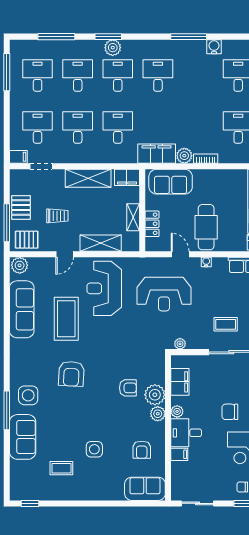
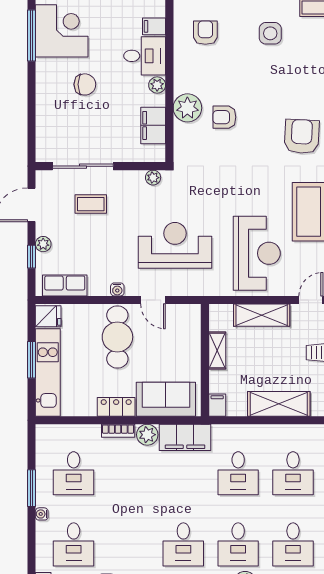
filing cabinet: (127, 177) -> (217, 405), width x0.50
locker: (152, 224) -> (116, 407), moved, turned 90
plant: (158, 414) -> (184, 82), removed

